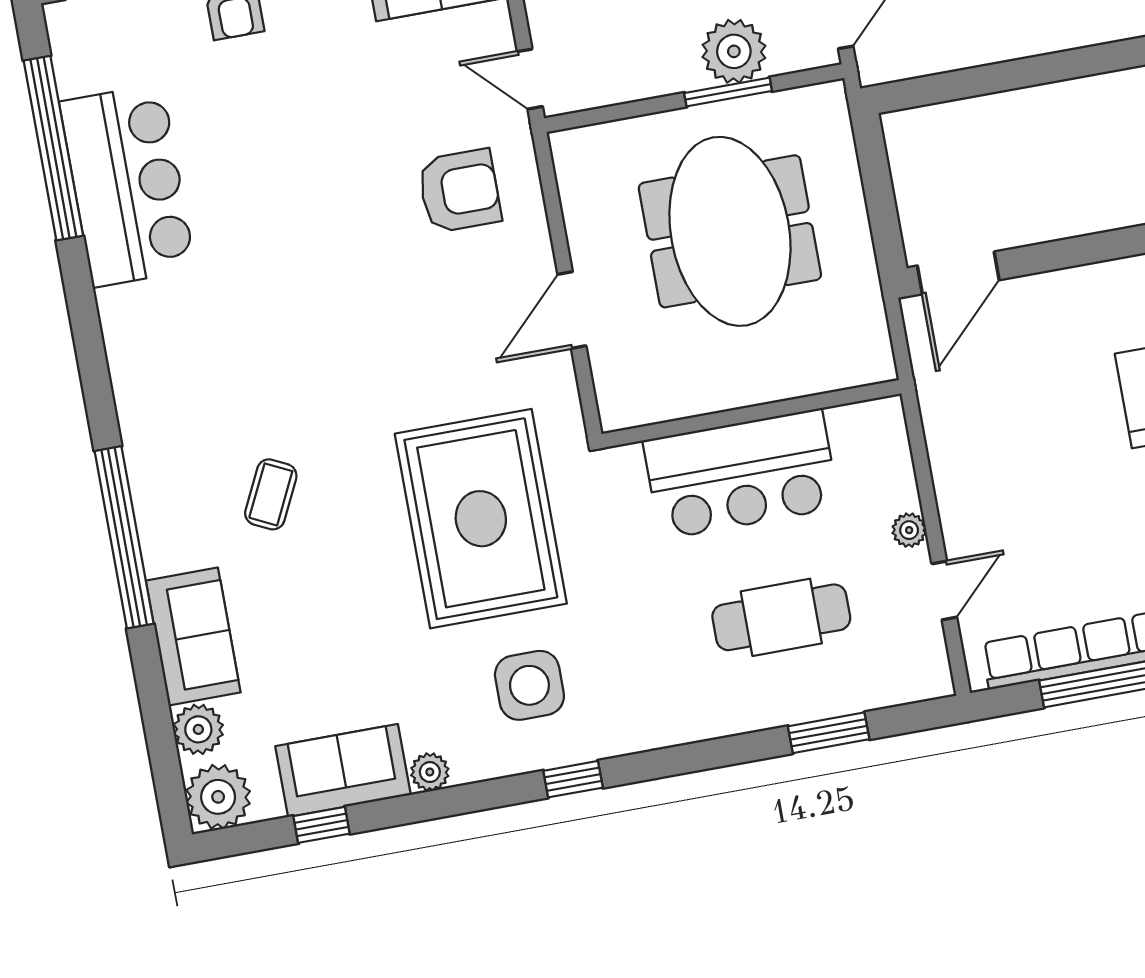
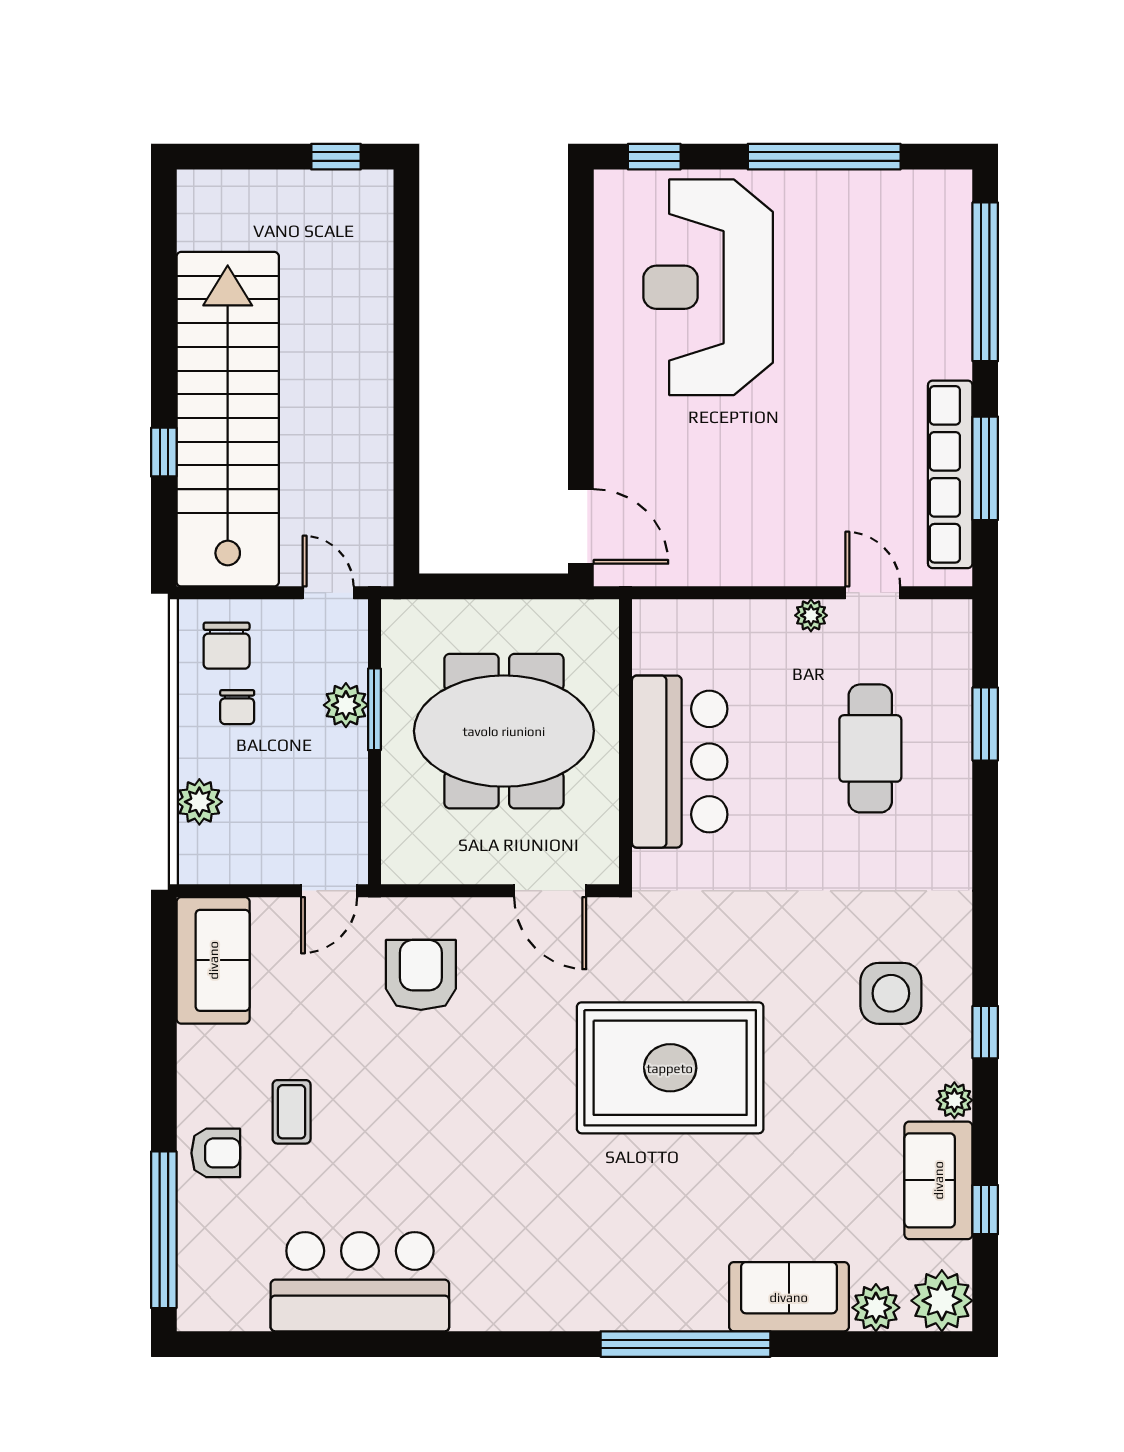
plant: (734, 51) -> (346, 705), width x0.73, depth x0.73
window: (53, 148) -> (313, 1344), removed
wall: (751, 414) -> (626, 742), moved
bar counter: (741, 474) -> (680, 762), moved
coffee table: (271, 494) -> (292, 1112), moved, turned 64
rug: (481, 519) -> (670, 1068), moved
window: (573, 779) -> (985, 1032), moved

